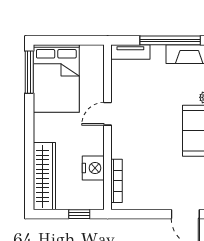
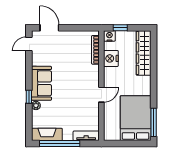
nightstand: (95, 202) -> (109, 36), added

